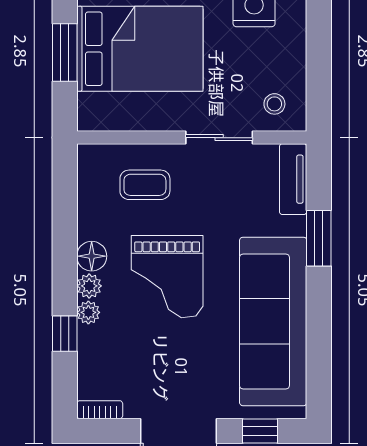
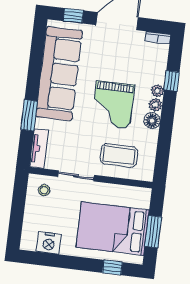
coffee table: (145, 185) -> (119, 155), width x1.36, depth x1.30
grand piano: (167, 277) -> (113, 105), turned 180

